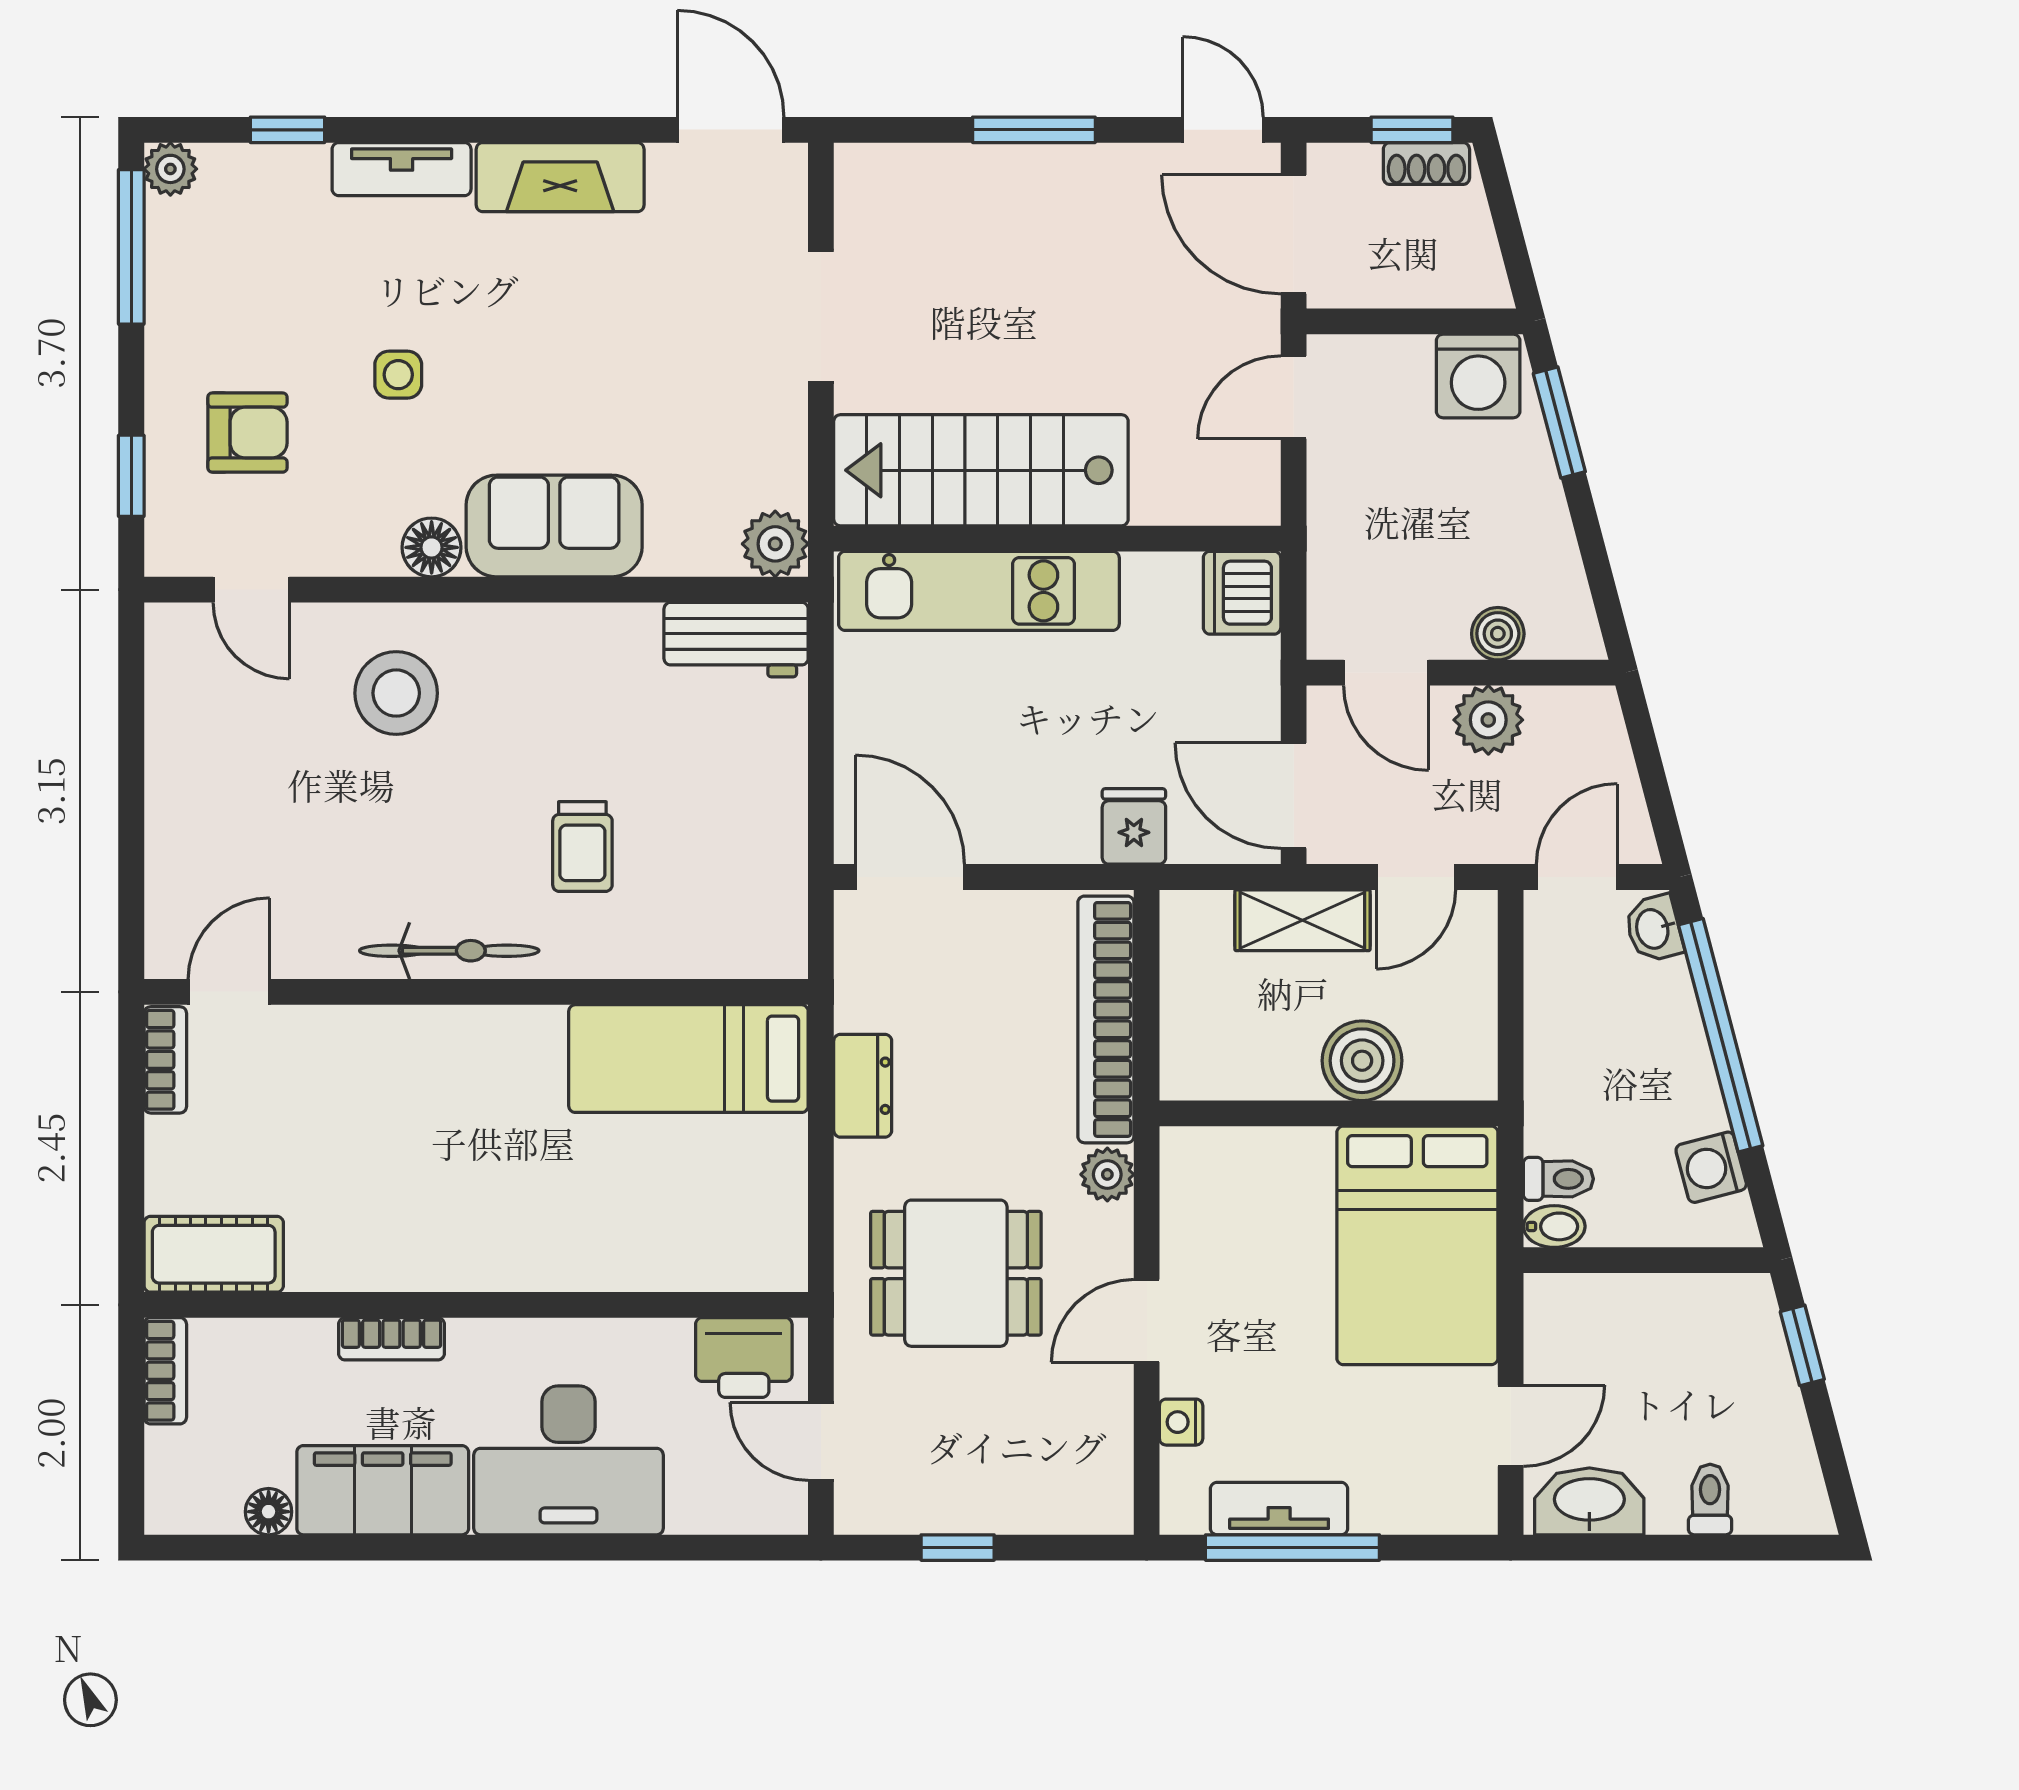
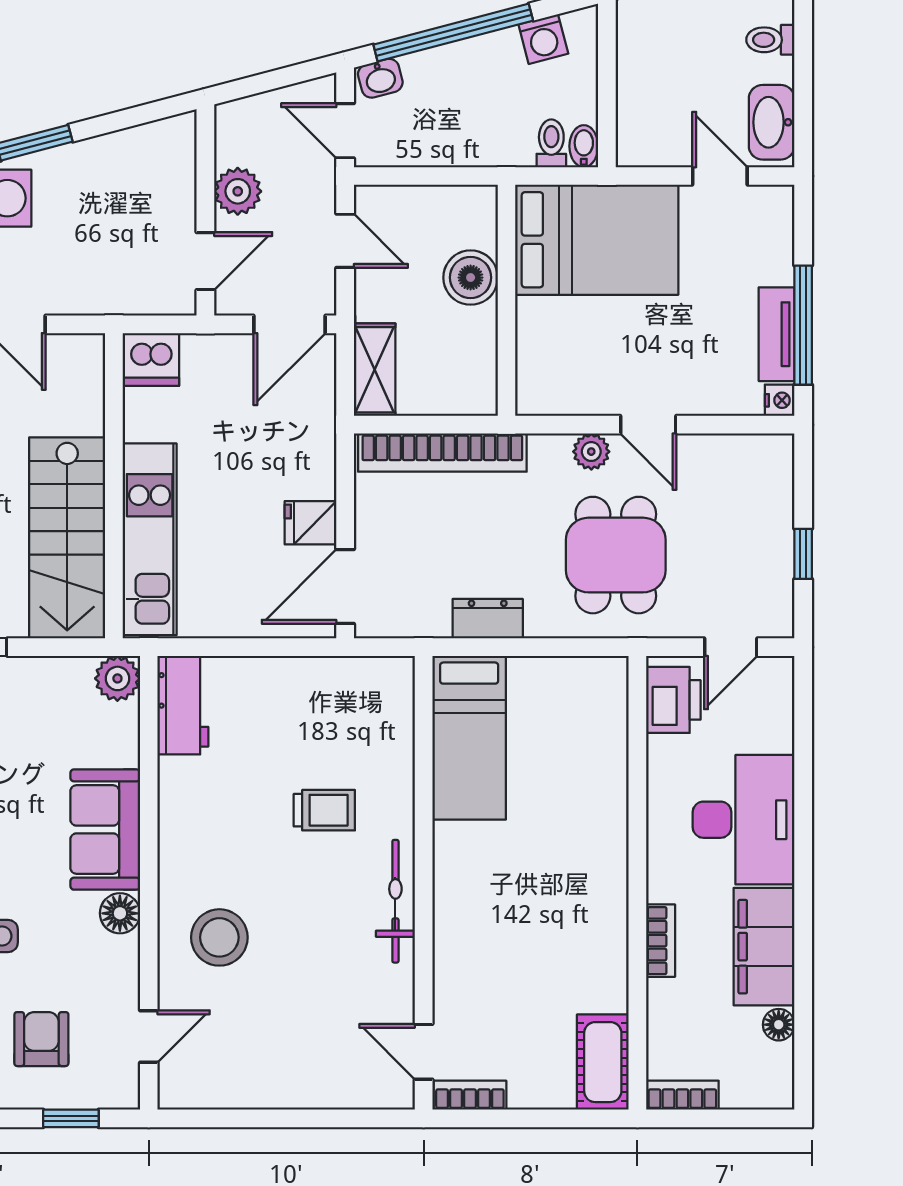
boiler: (1498, 634) -> (179, 185), removed
fridge: (1134, 826) -> (311, 523), moved
shelving: (1302, 920) -> (375, 370), moved
plant: (1107, 1174) -> (591, 452), moved
nightstand: (1181, 1422) -> (780, 400), moved, turned -90

